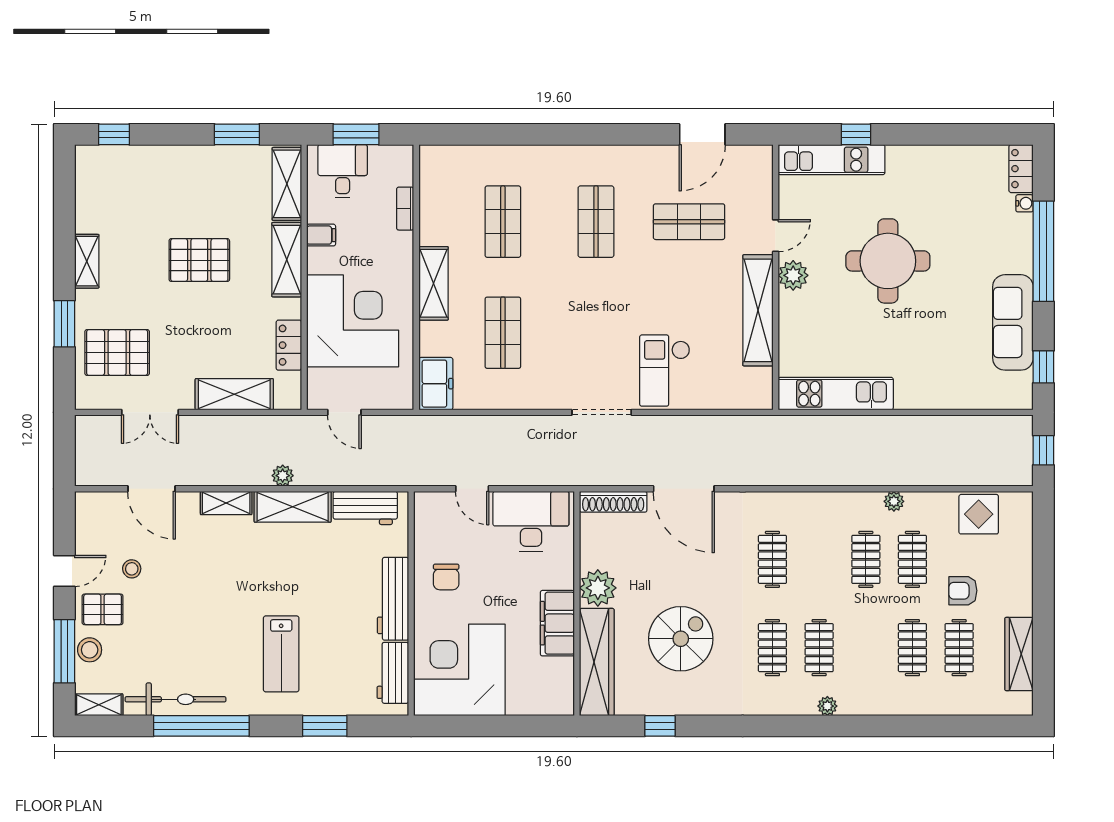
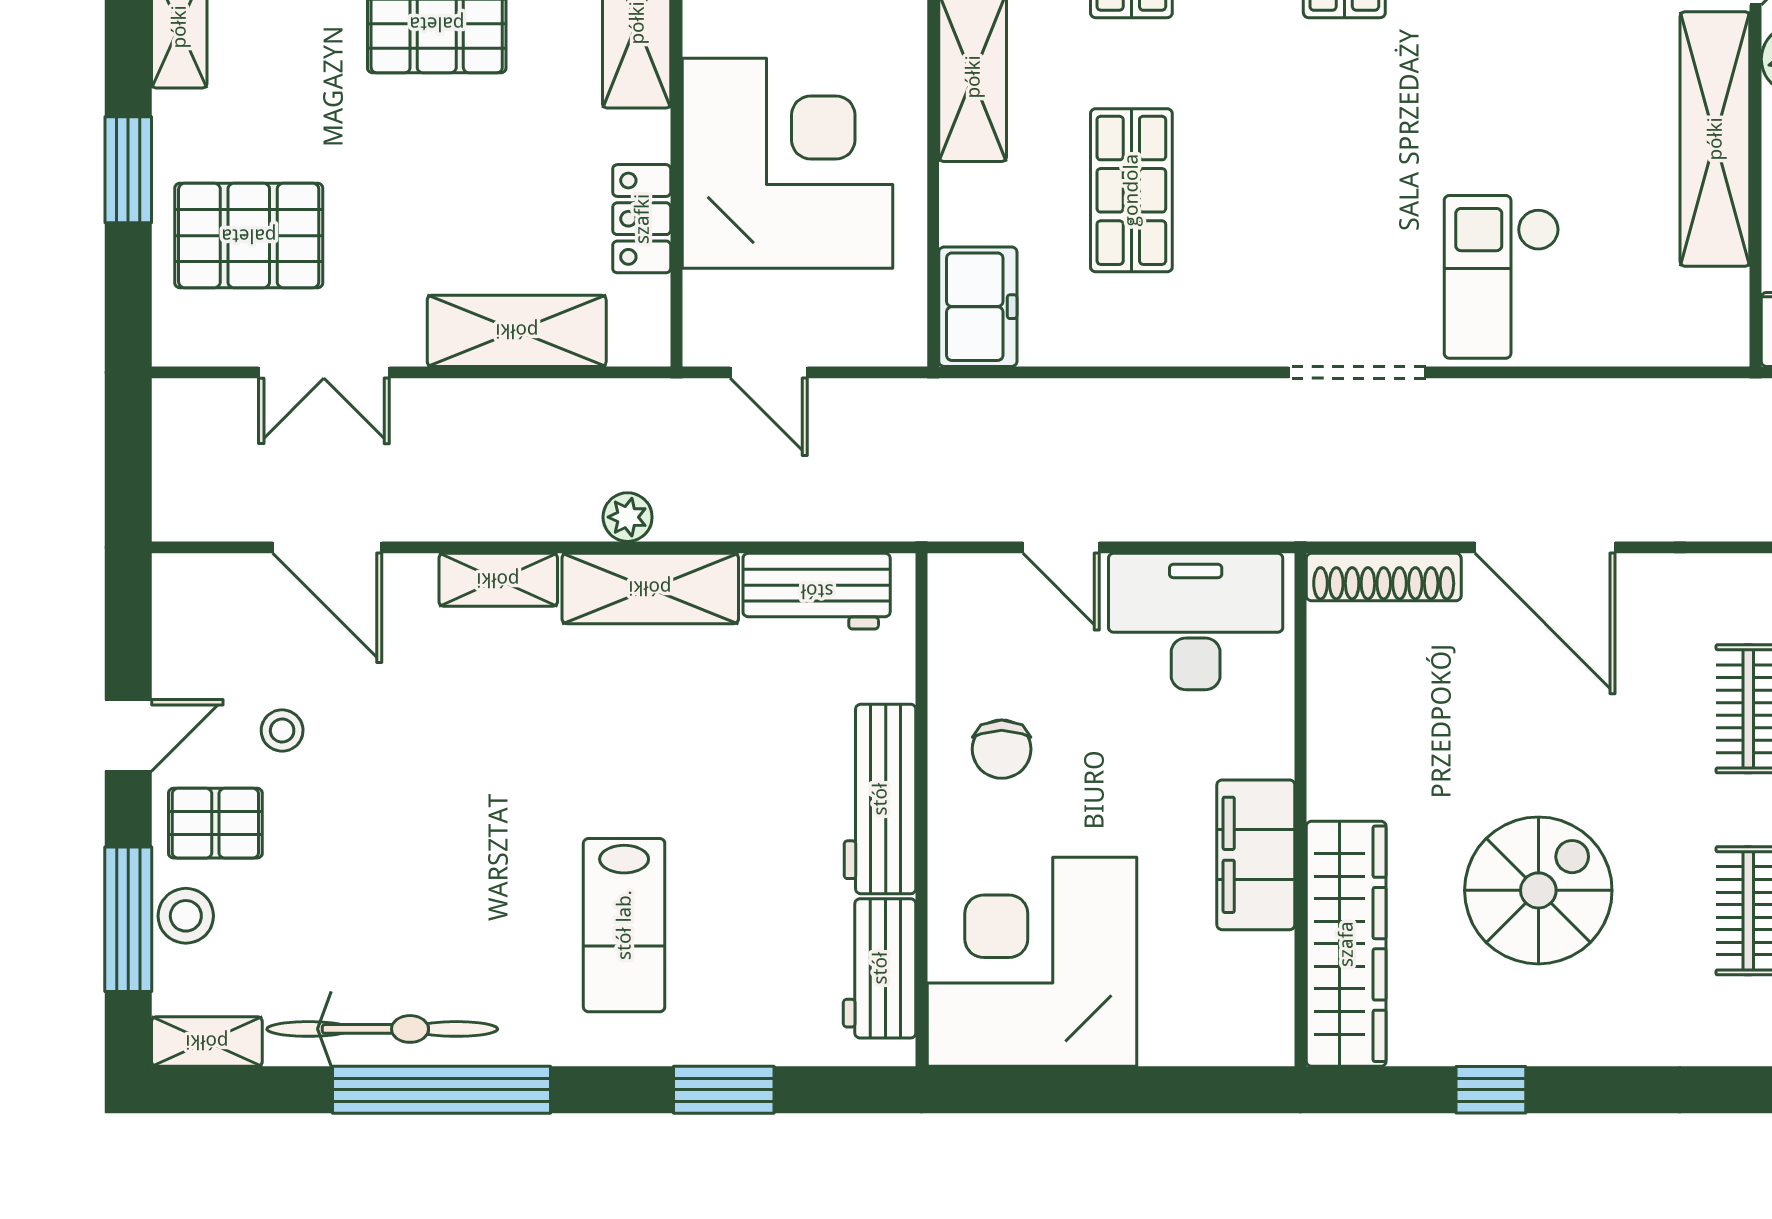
plant: (598, 588) -> (1349, 774), removed

